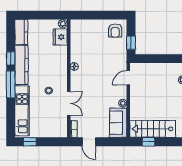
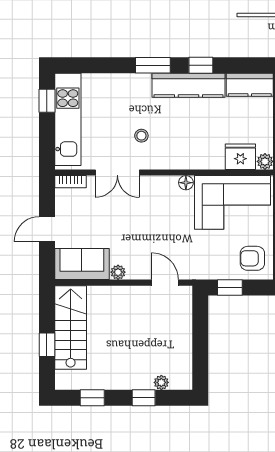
corner sofa: (85, 41) -> (233, 202), added
window: (11, 84) -> (153, 65), width x0.69
kitchen unit: (22, 111) -> (68, 119), moved, turned -90
door: (89, 142) -> (47, 229), moved
window: (149, 142) -> (47, 345), moved

